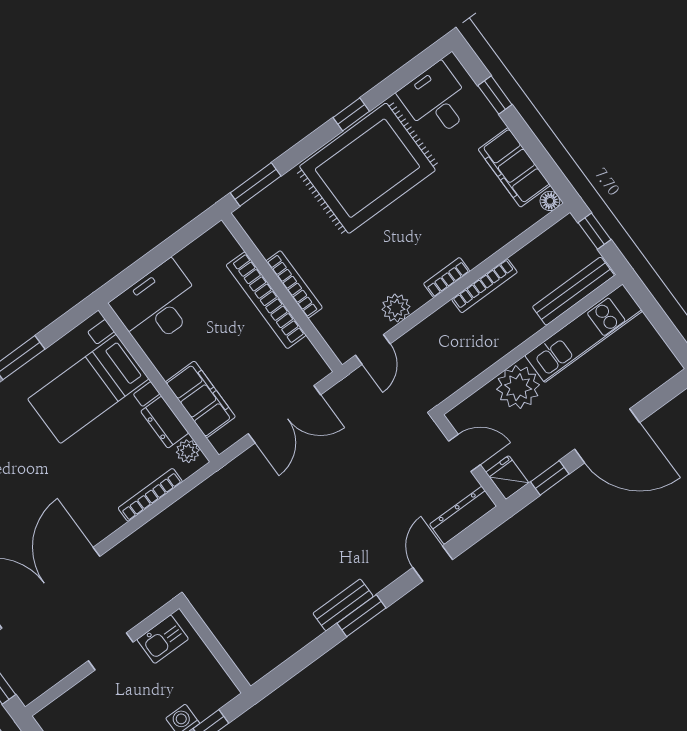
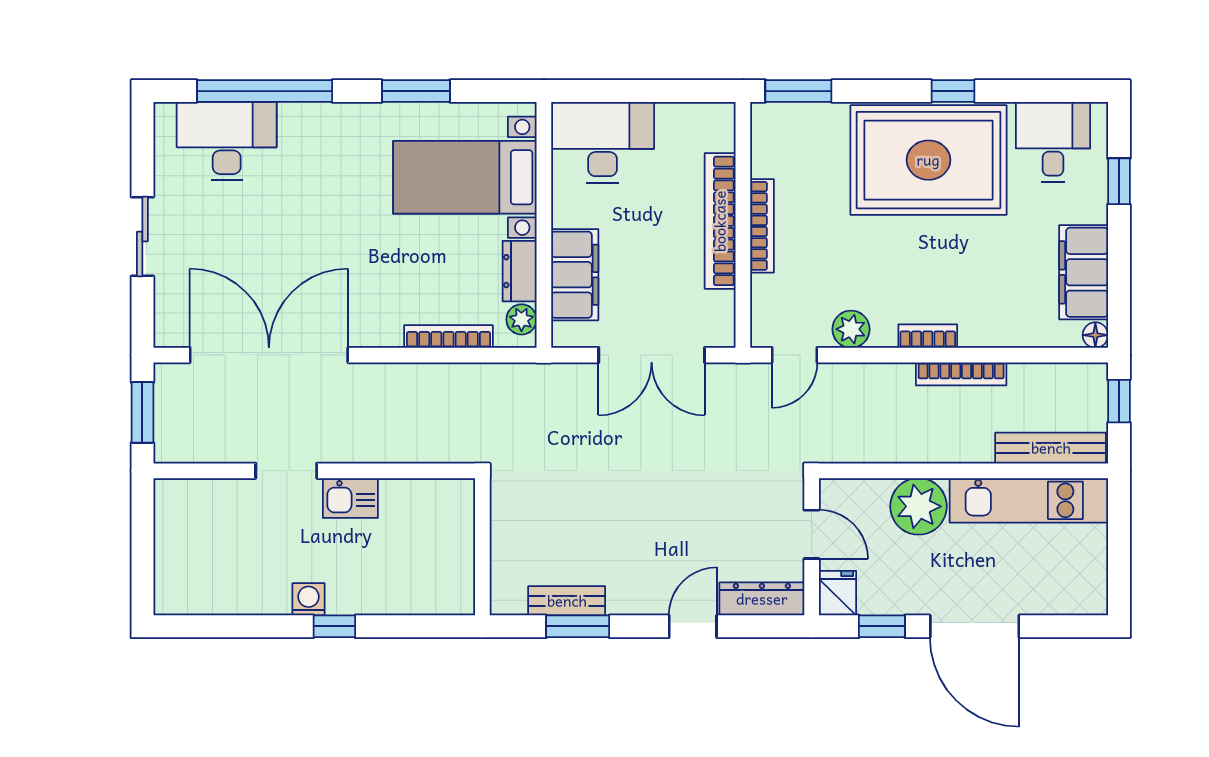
wall: (215, 647) -> (482, 547), moved

